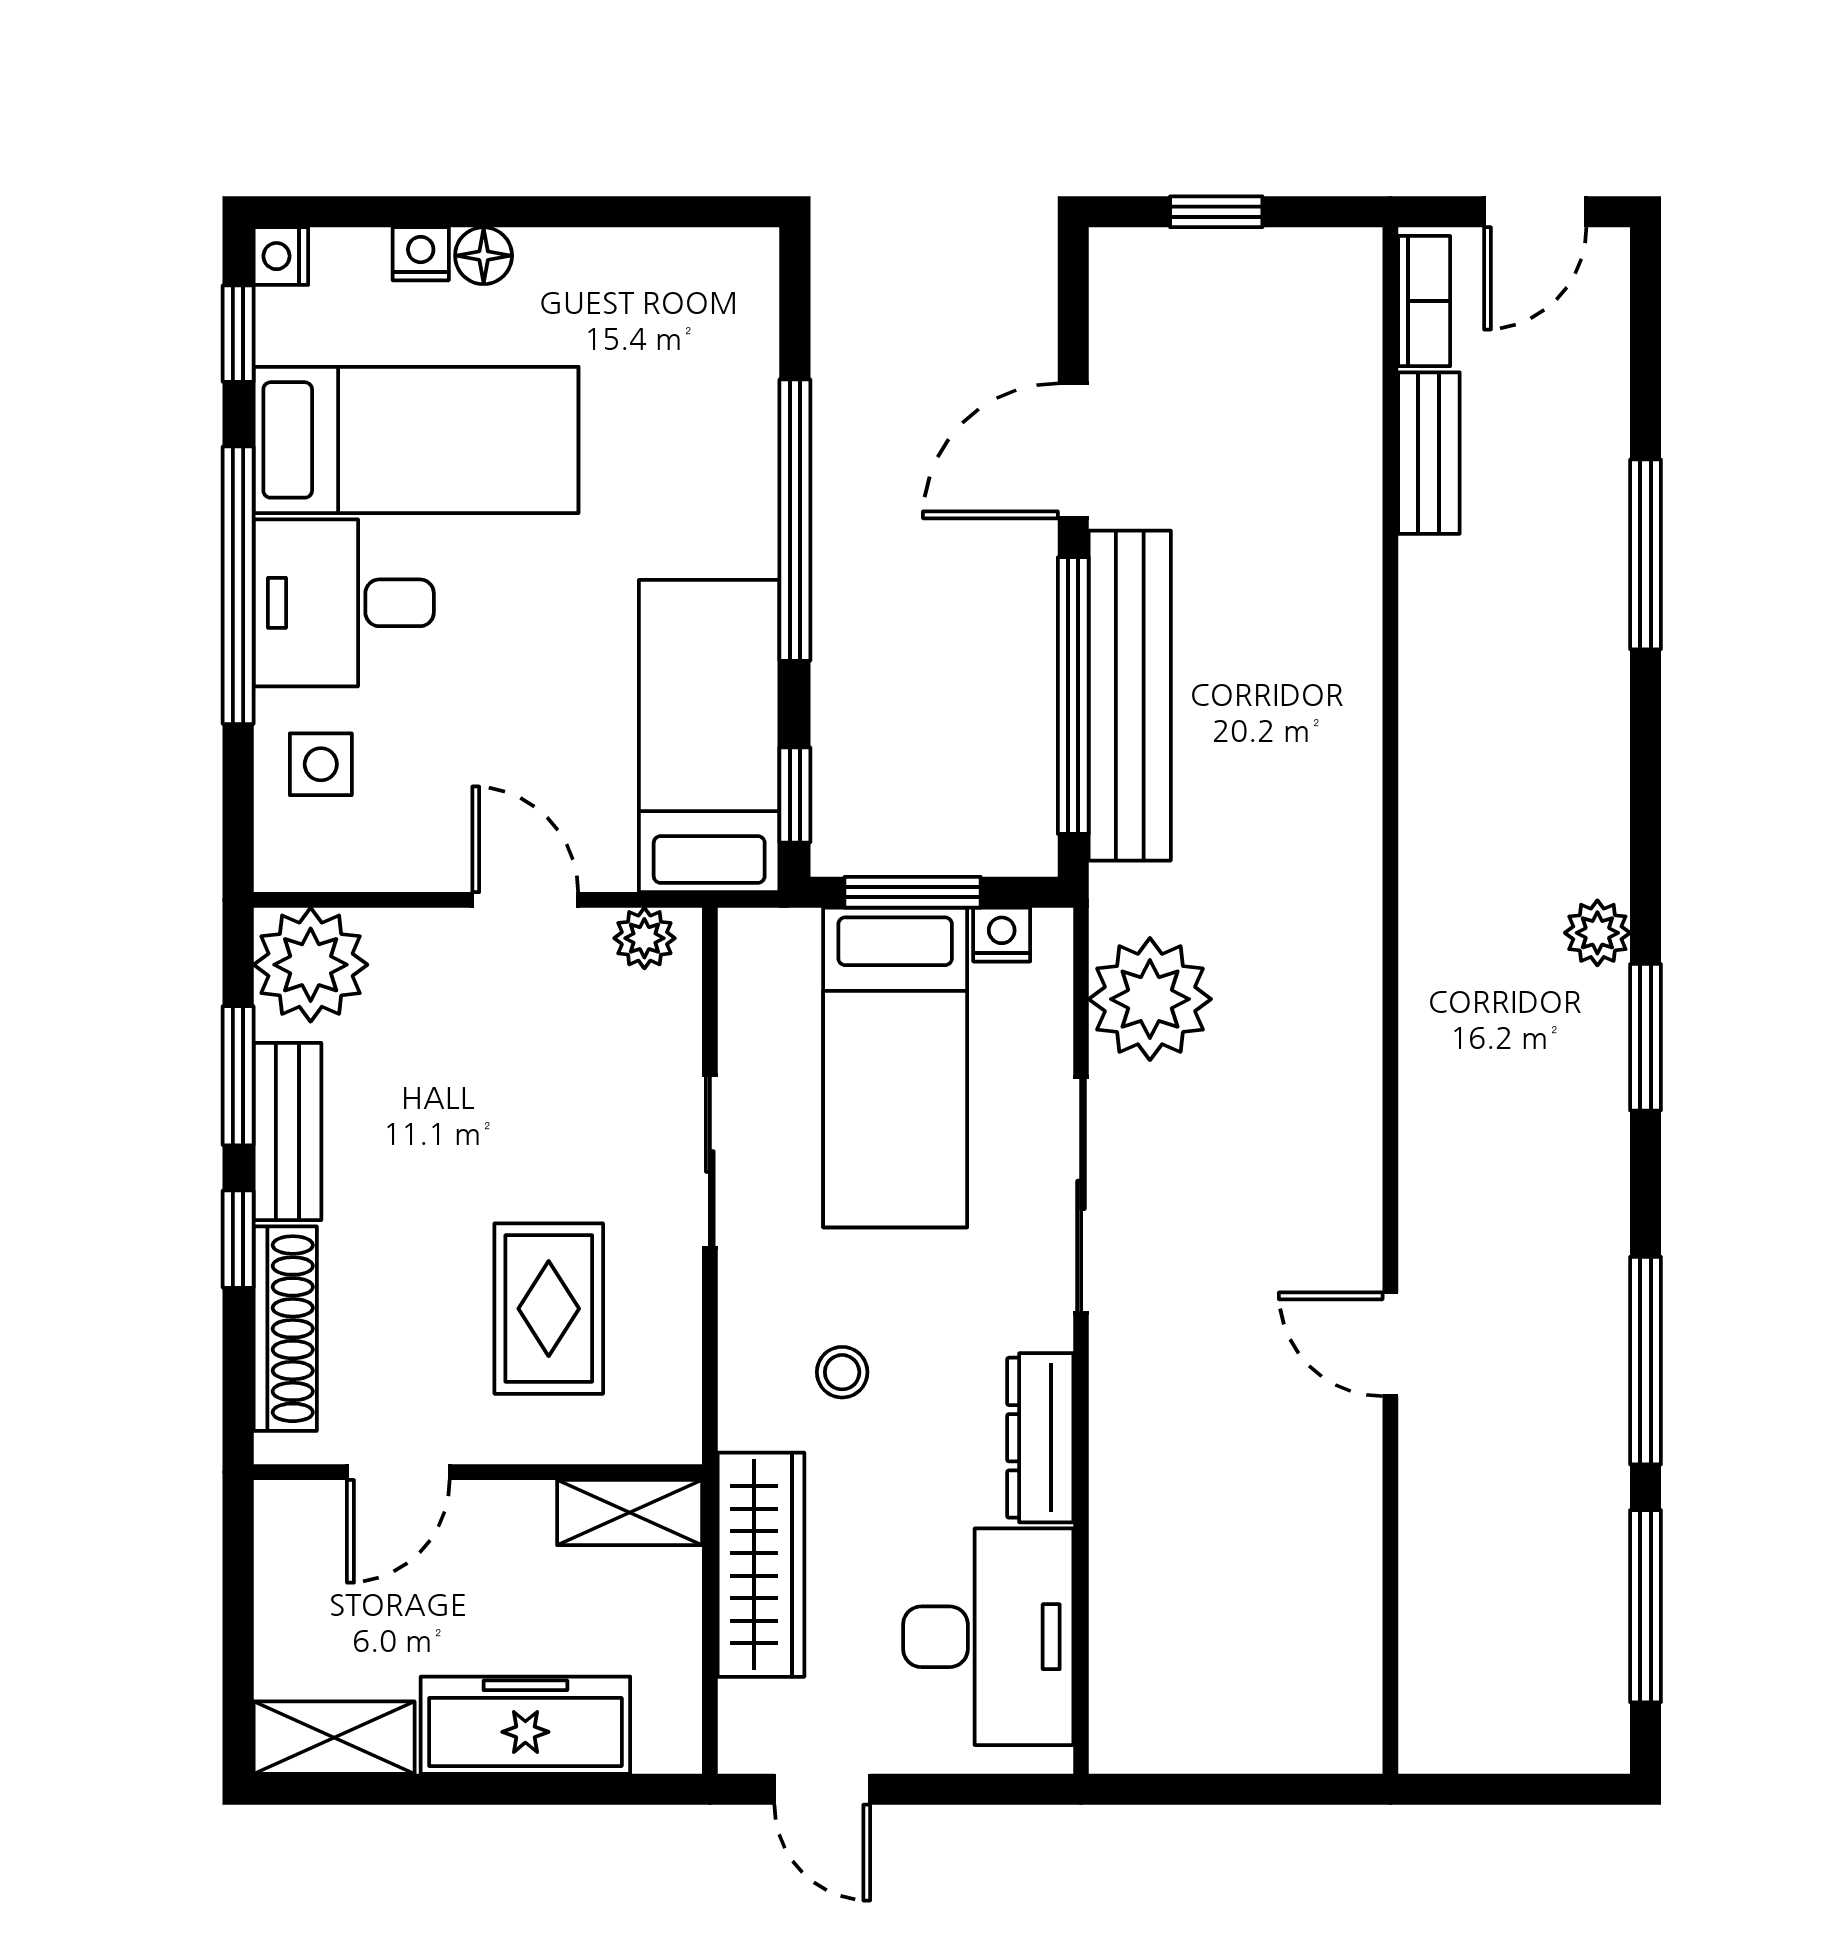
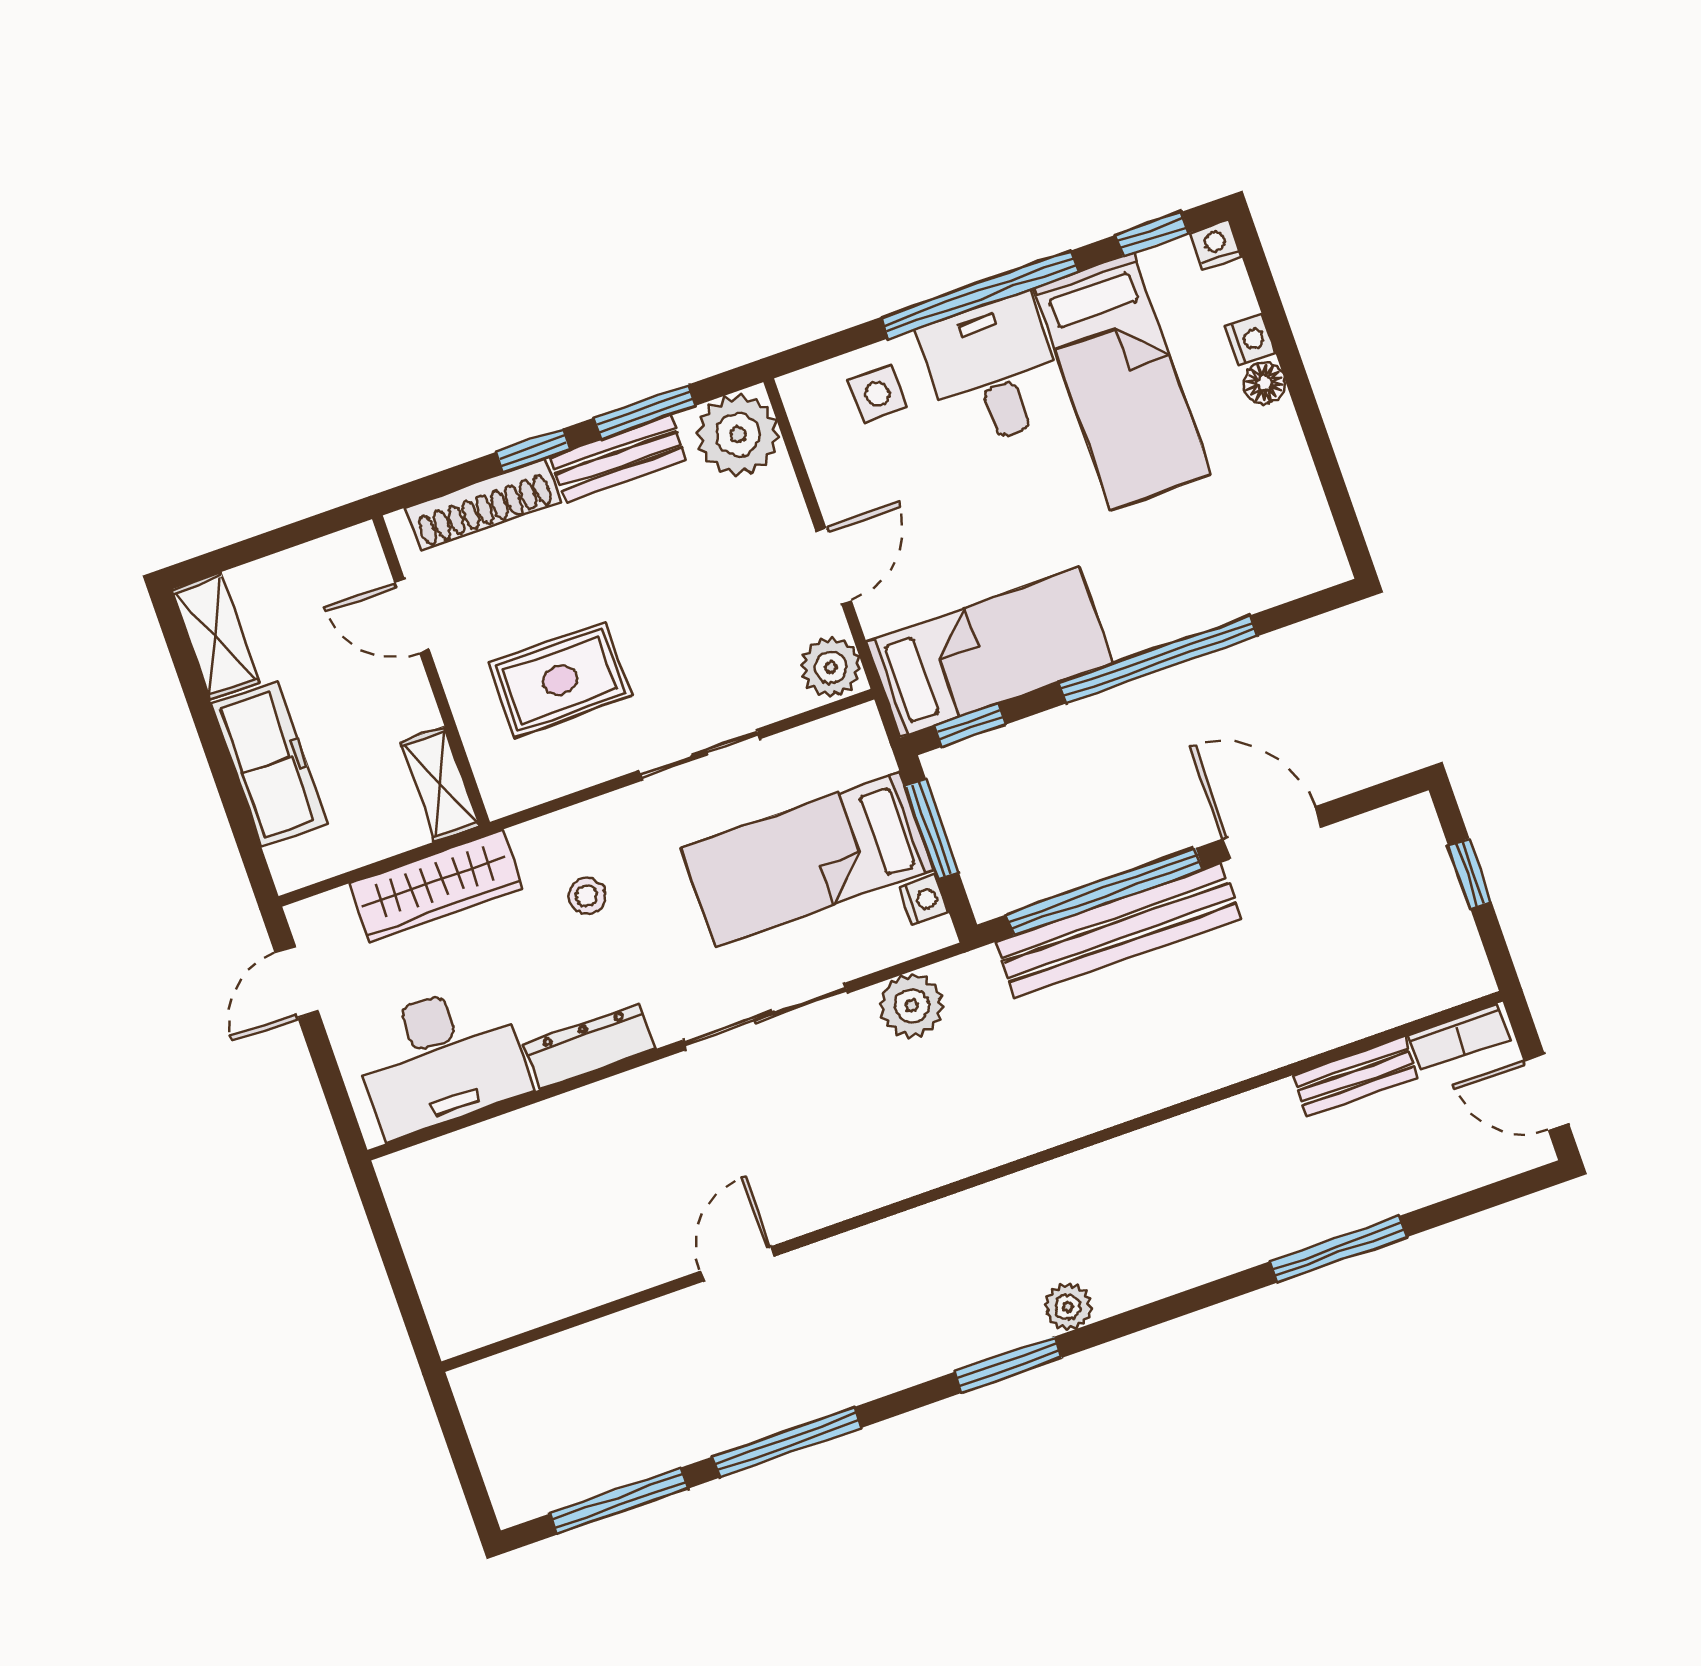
plant: (644, 938) -> (831, 667), width x1.38, depth x1.38
plant: (1150, 999) -> (912, 1006), width x0.73, depth x0.73

